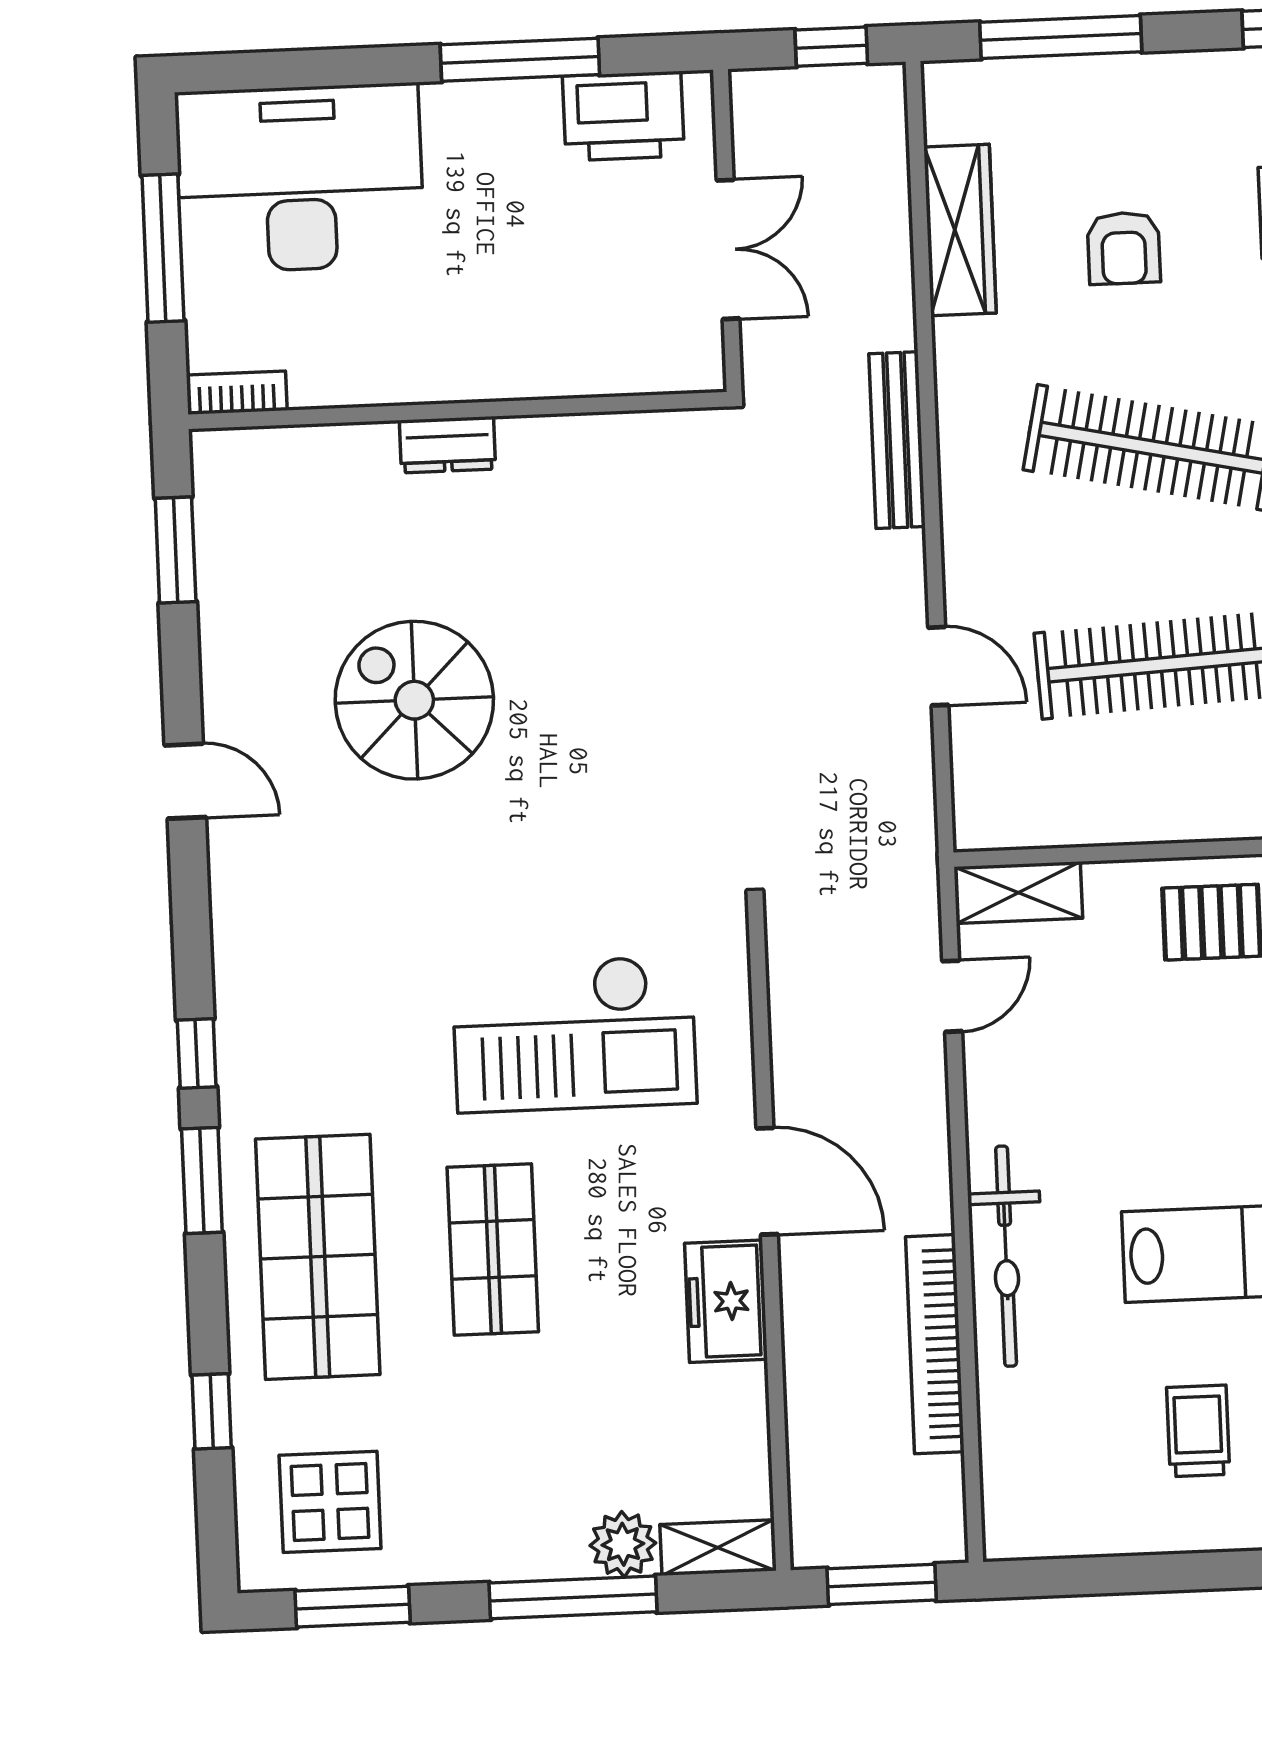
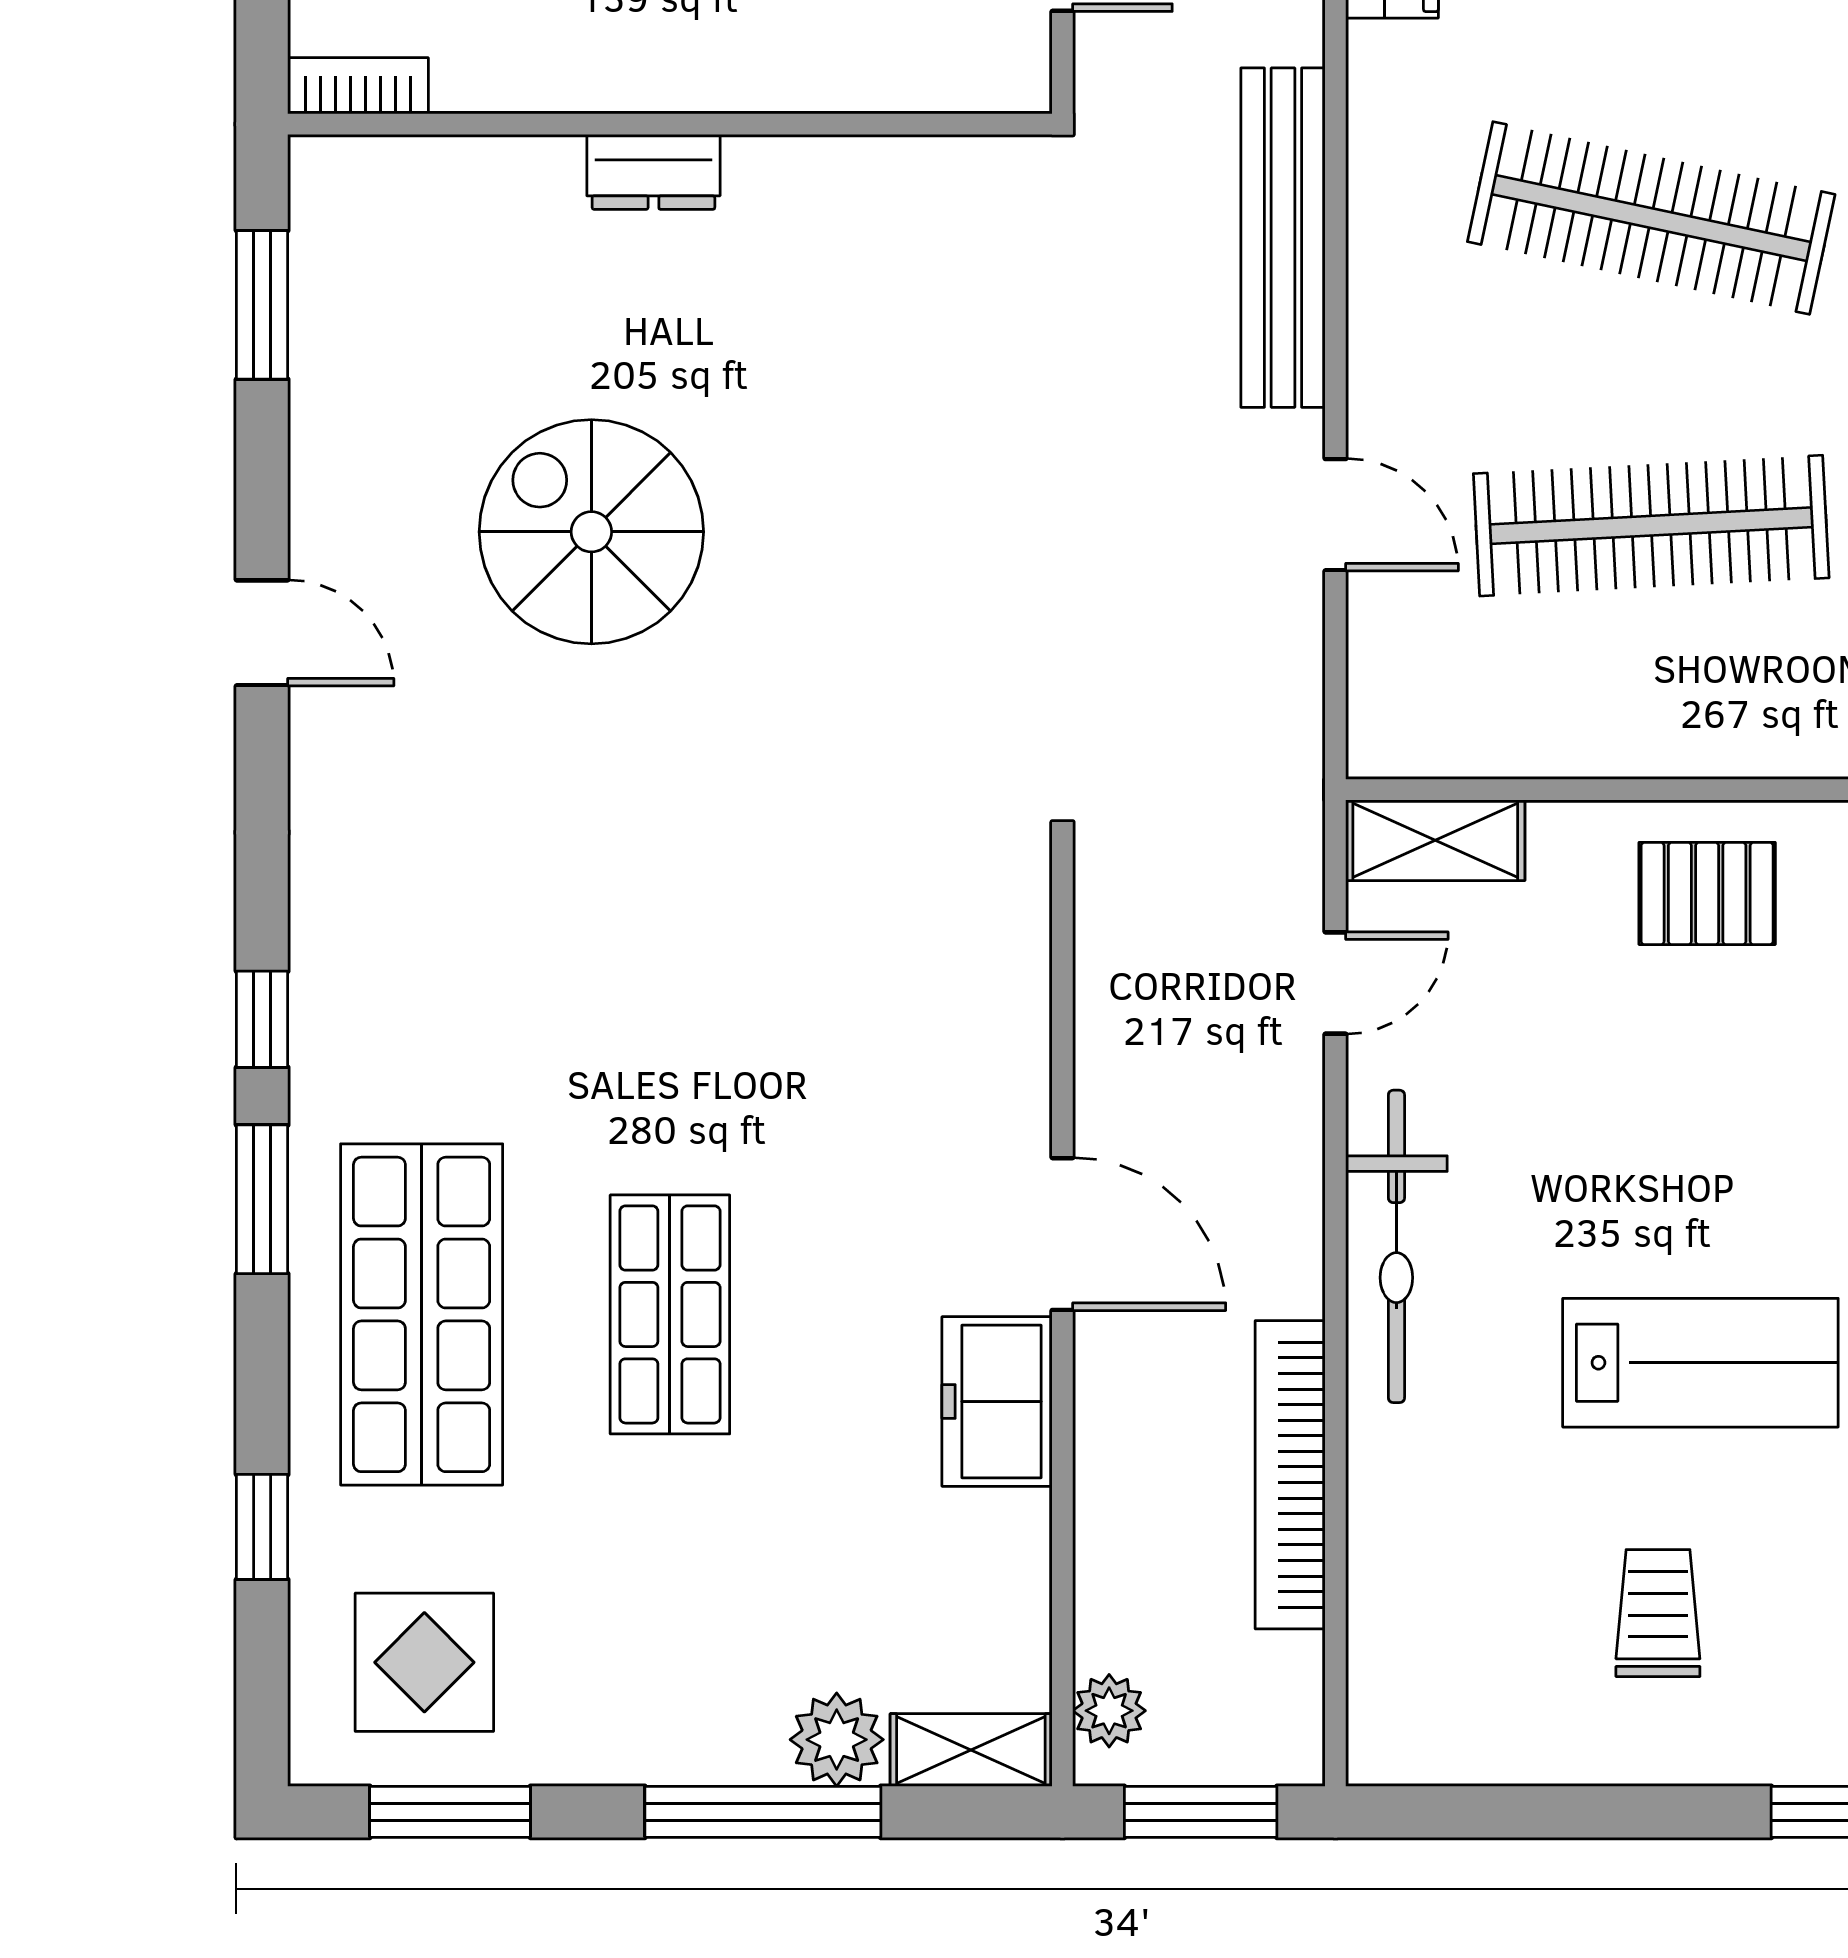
bench: (897, 440) -> (1283, 238), width x1.37, depth x1.21
checkout: (574, 1034) -> (798, 1014), removed
bicycle: (1006, 1256) -> (1396, 1246), moved
plant: (814, 1516) -> (1109, 1711), added

